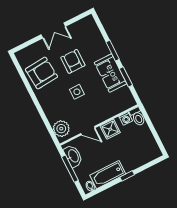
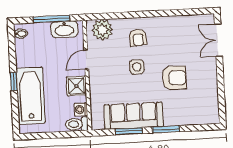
double door: (53, 31) -> (218, 40), moved
armchair: (41, 73) -> (138, 38), moved, width x0.53, depth x0.53
sofa: (111, 73) -> (133, 116), width x1.36
bathtub: (108, 175) -> (31, 96), moved, width x1.36, depth x1.36

